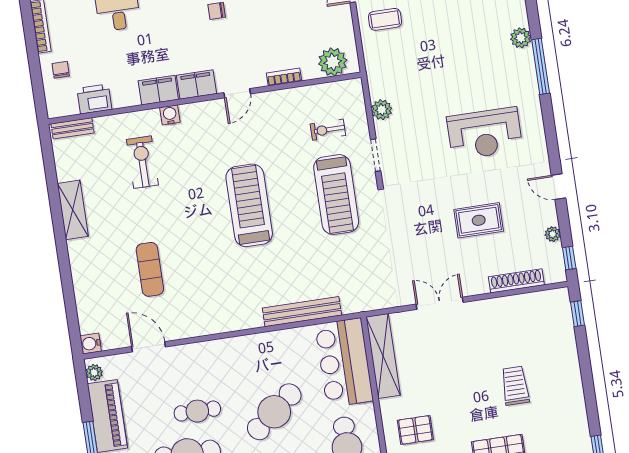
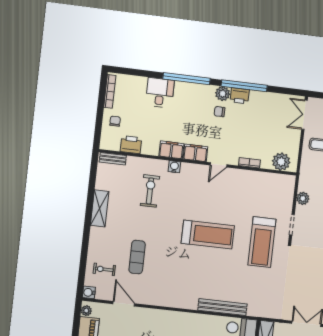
exercise bike: (328, 130) -> (104, 269), moved
treadmill: (249, 205) -> (208, 235), turned 90

